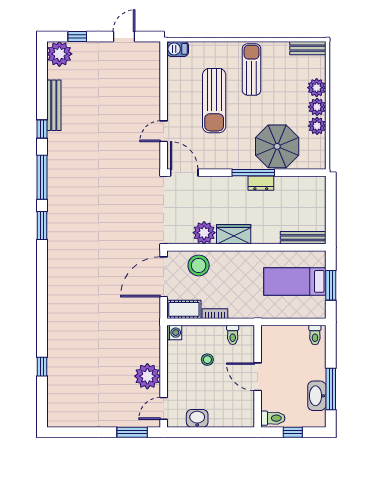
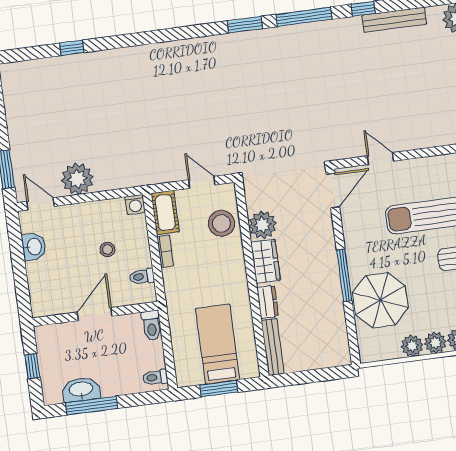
dresser: (261, 183) -> (268, 302), moved, turned 180
door: (164, 277) -> (202, 182), width x0.53
toilet: (273, 418) -> (151, 326), moved

